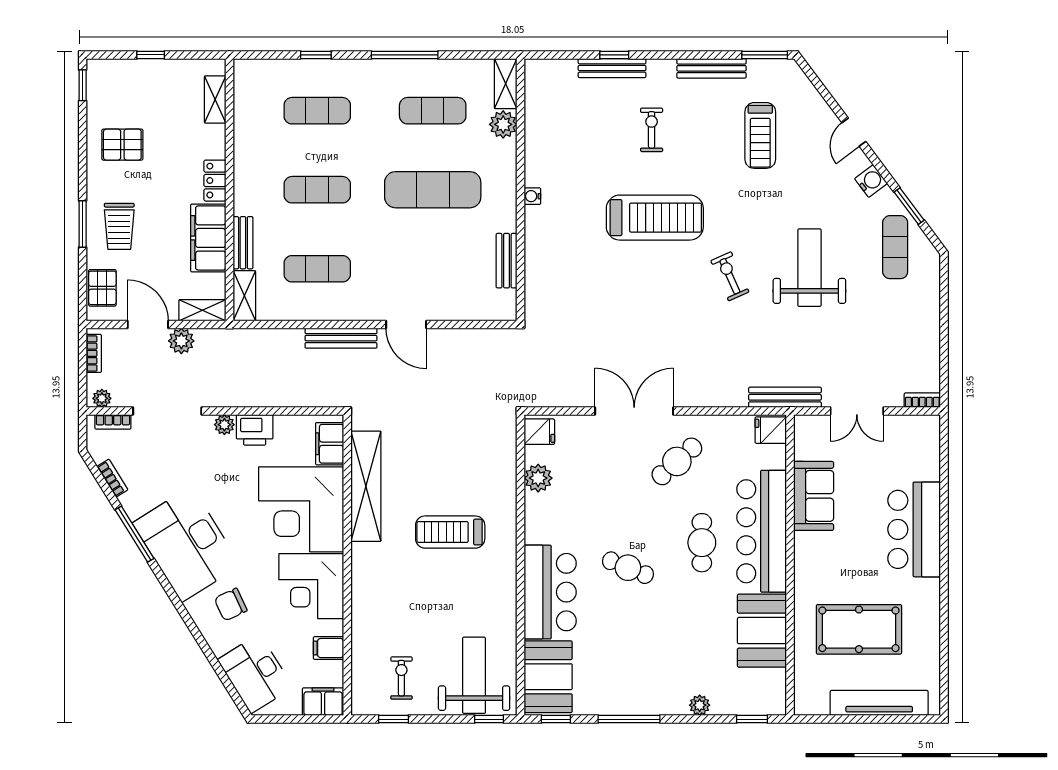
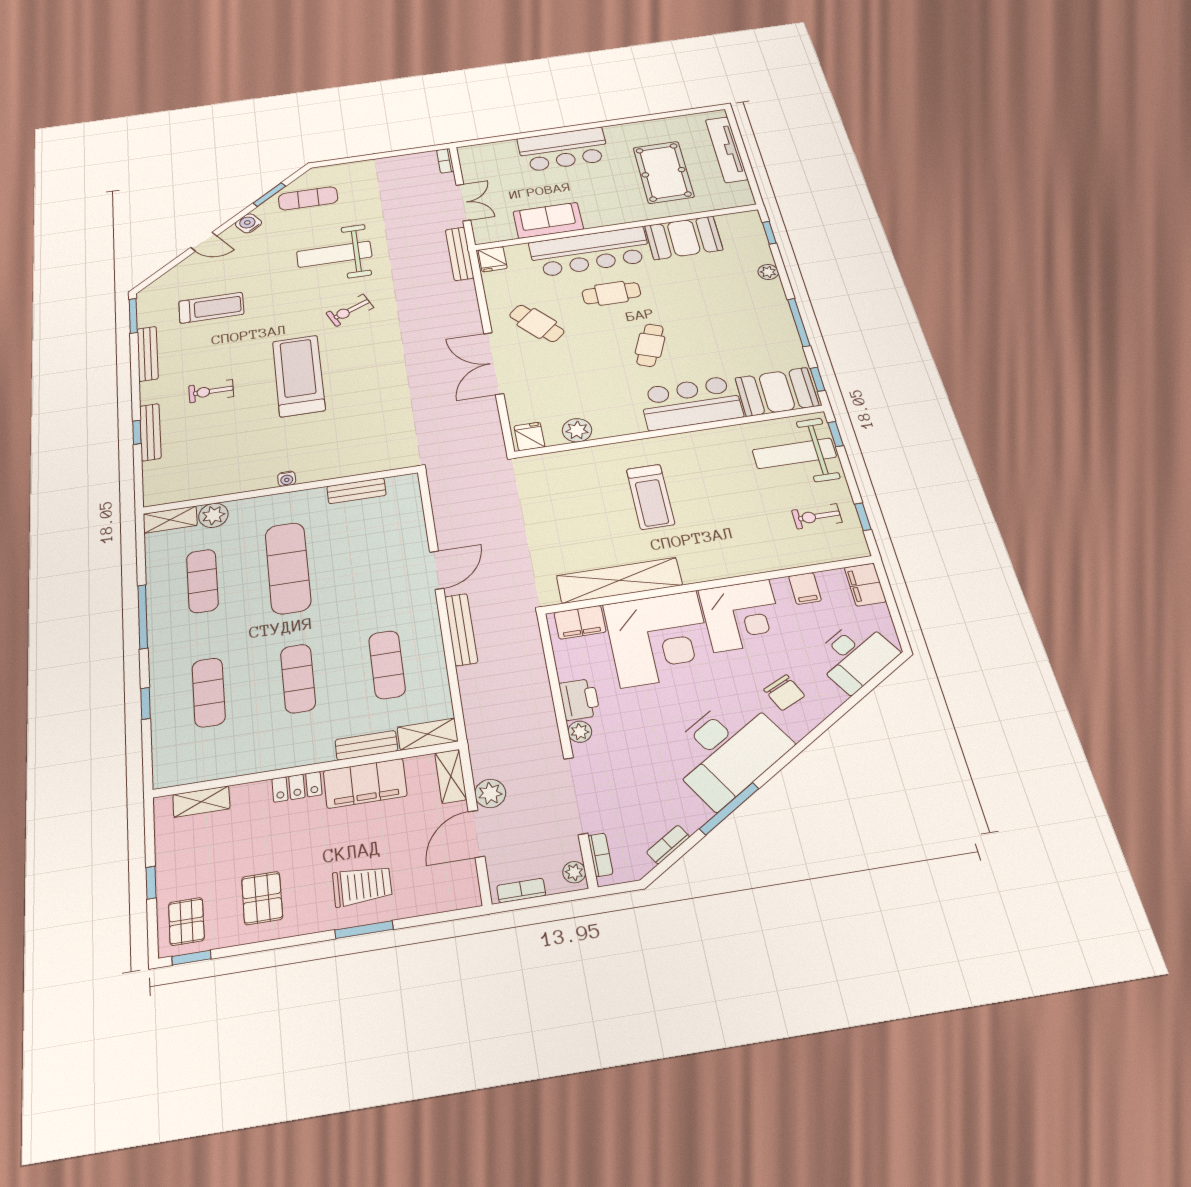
pallet: (102, 288) -> (186, 921), moved, turned 90

